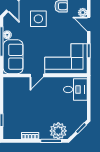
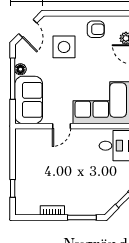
plant: (58, 131) -> (92, 203), removed

